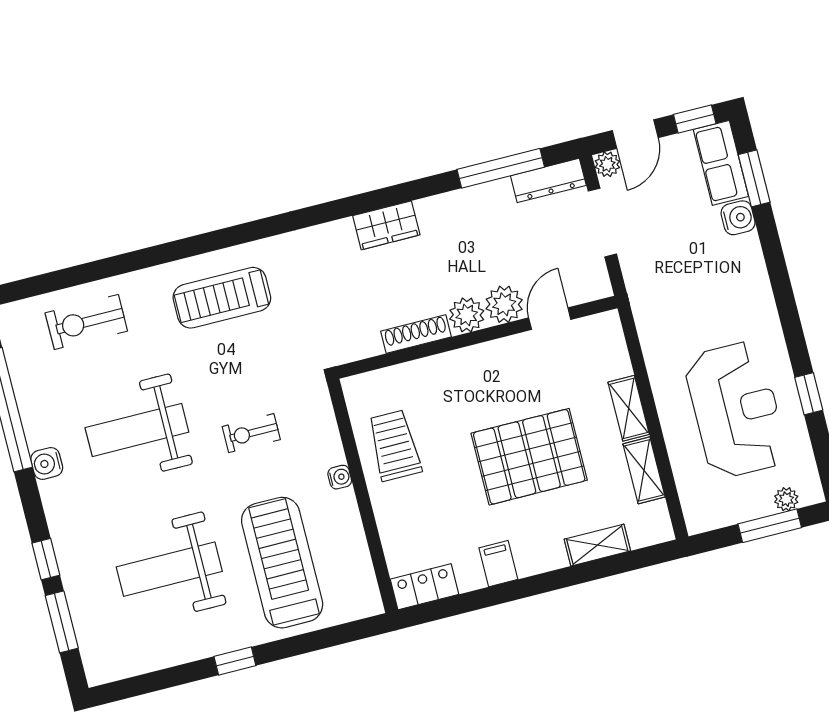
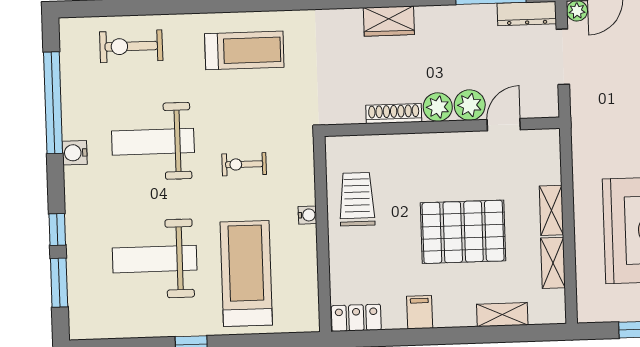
treadmill: (222, 298) -> (244, 50), turned 180

